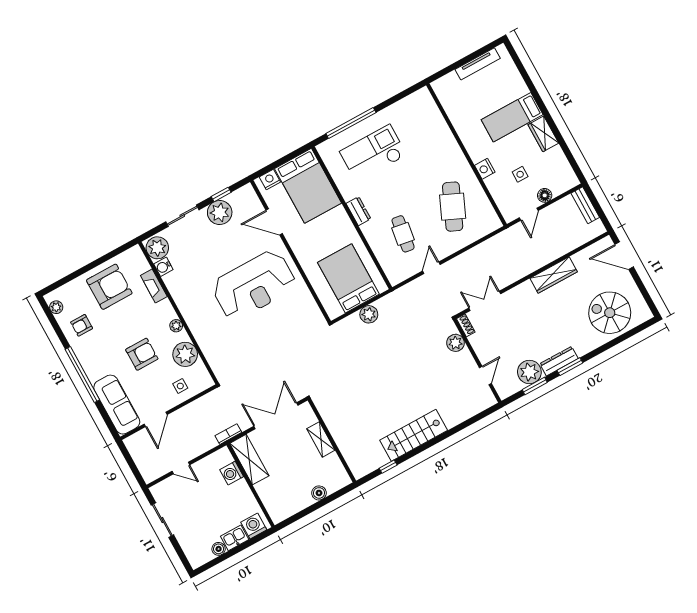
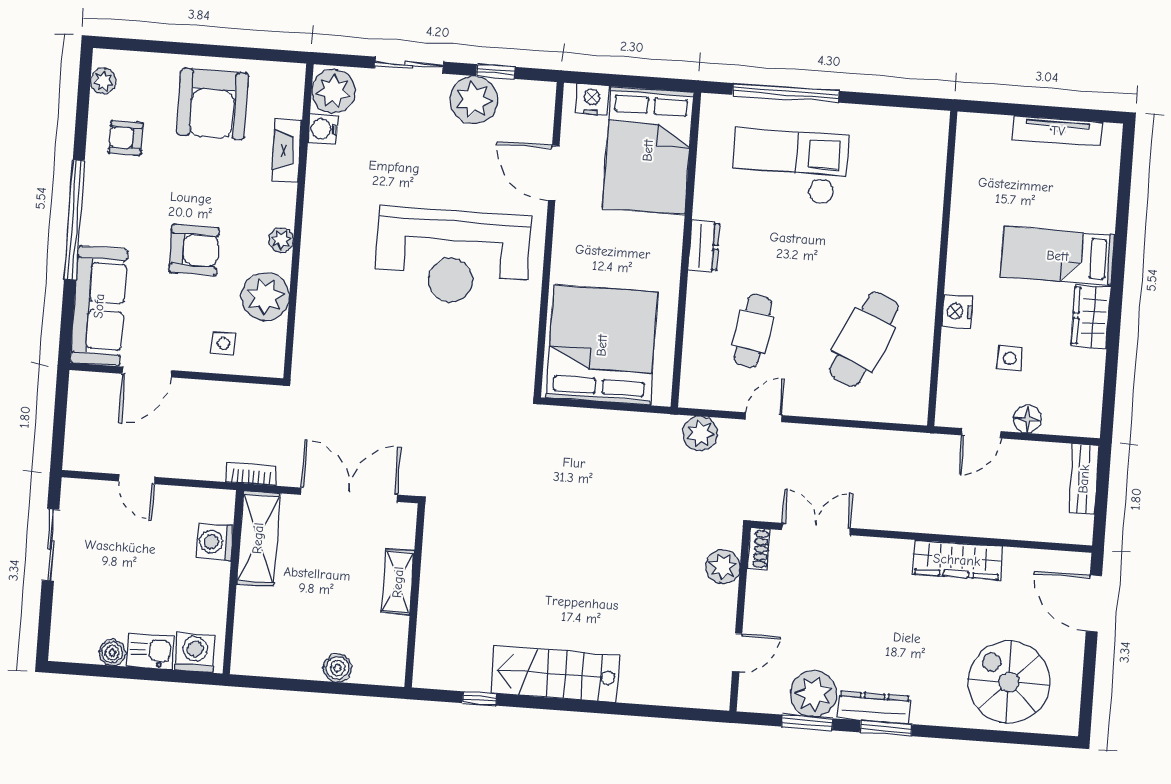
bed: (348, 278) -> (602, 345), width x1.36
armchair: (109, 287) -> (213, 104), turned 90
plant: (369, 314) -> (700, 434), moved

